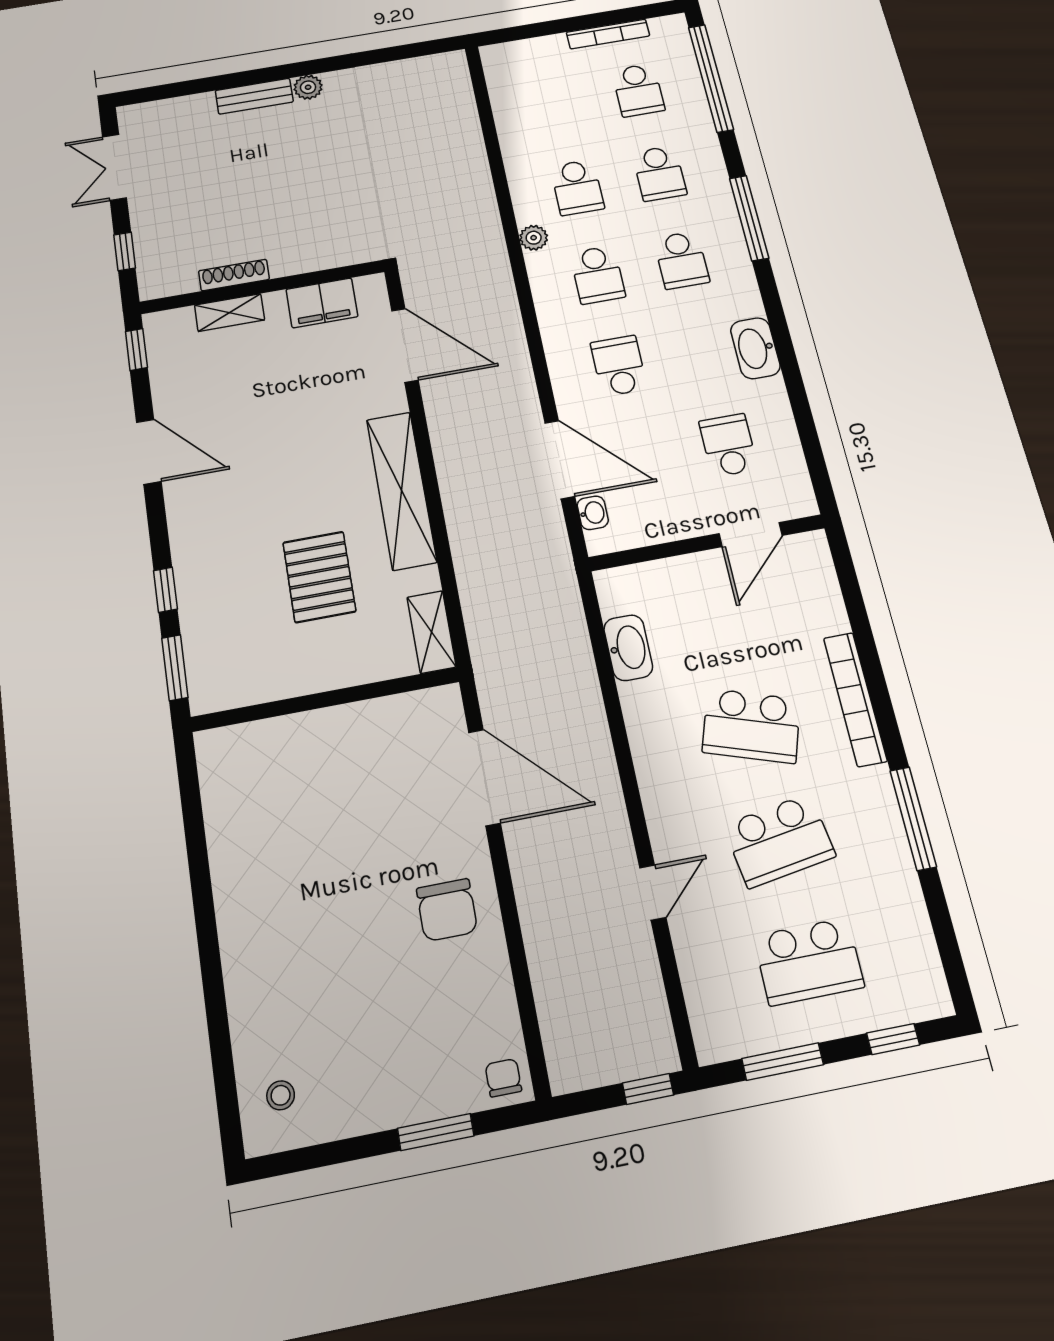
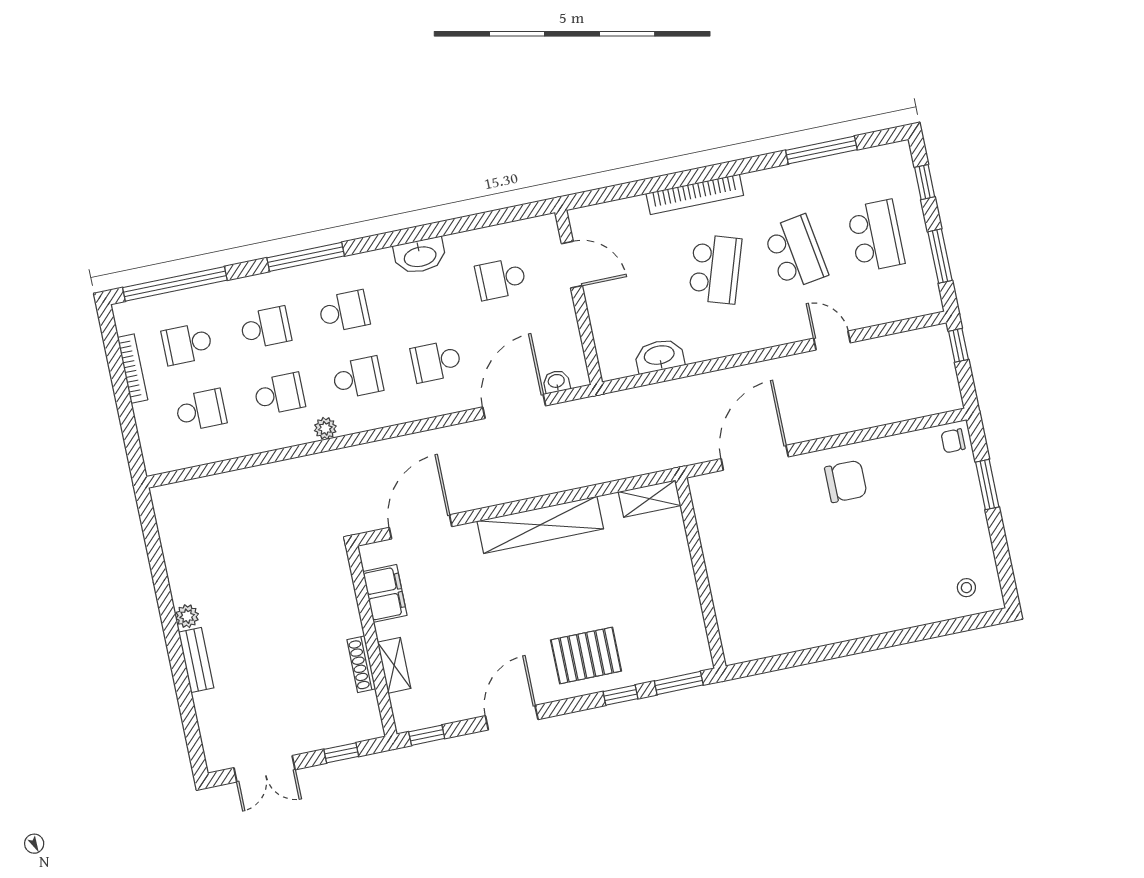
school desk: (638, 90) -> (187, 344), turned 180
school desk: (558, 104) -> (201, 410), added
pallet: (319, 577) -> (586, 655), moved
window: (913, 818) -> (821, 150), moved

